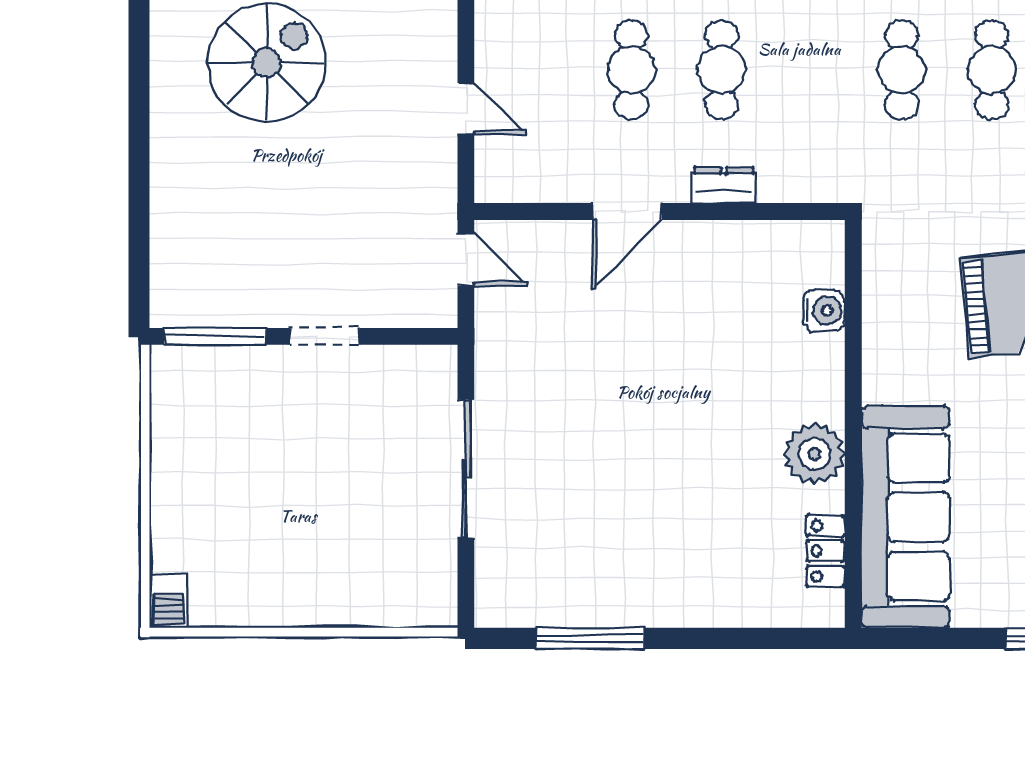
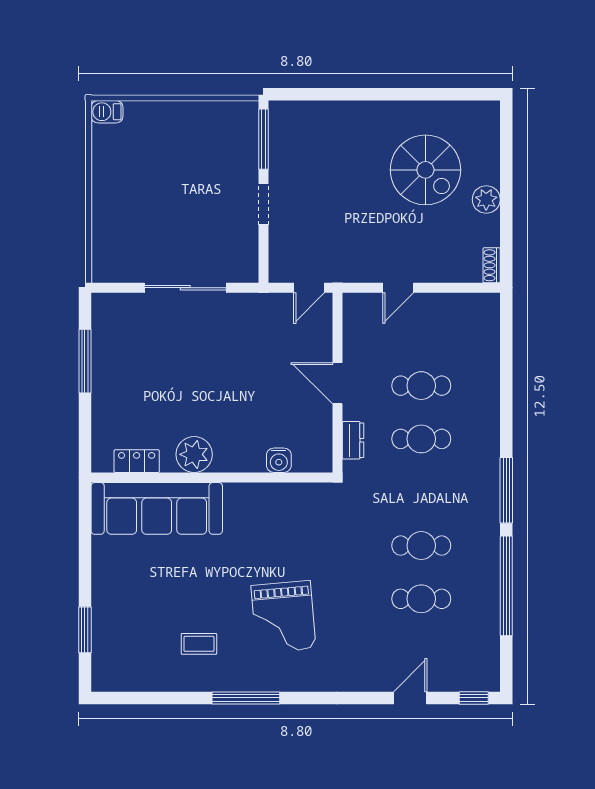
water cooler: (824, 311) -> (279, 460), moved
wall: (853, 424) -> (212, 477), moved
plant: (814, 454) -> (194, 454), moved
sofa: (906, 517) -> (157, 508), moved
locker: (826, 551) -> (137, 461), moved

